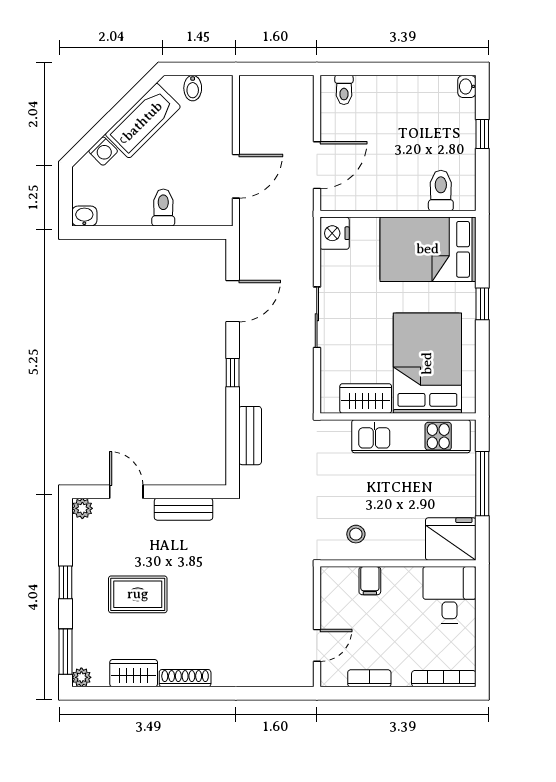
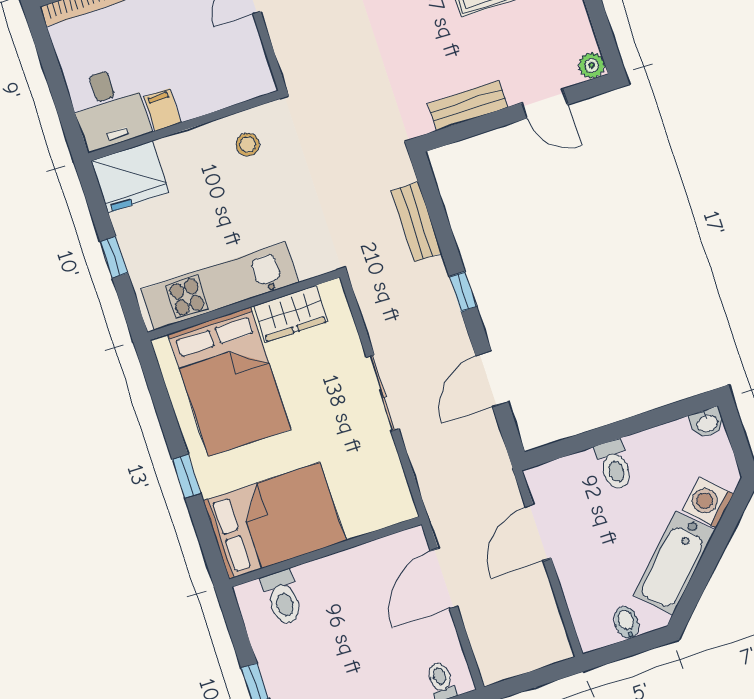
washing machine: (103, 151) -> (708, 502), width x1.38, depth x1.38
nightstand: (335, 233) -> (395, 503), removed
window: (482, 484) -> (114, 257), width x0.46
filing cabinet: (370, 581) -> (163, 110), moved

